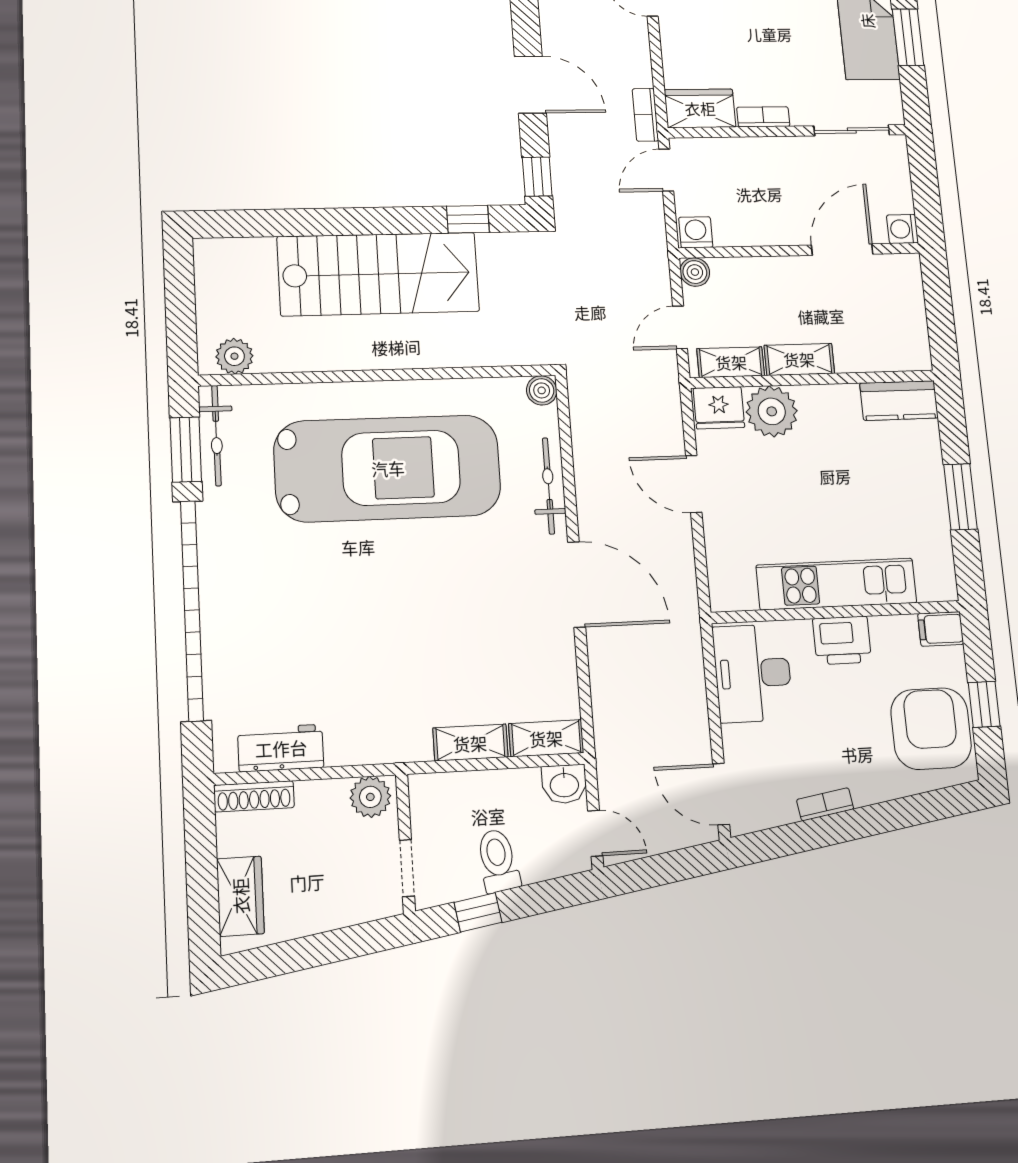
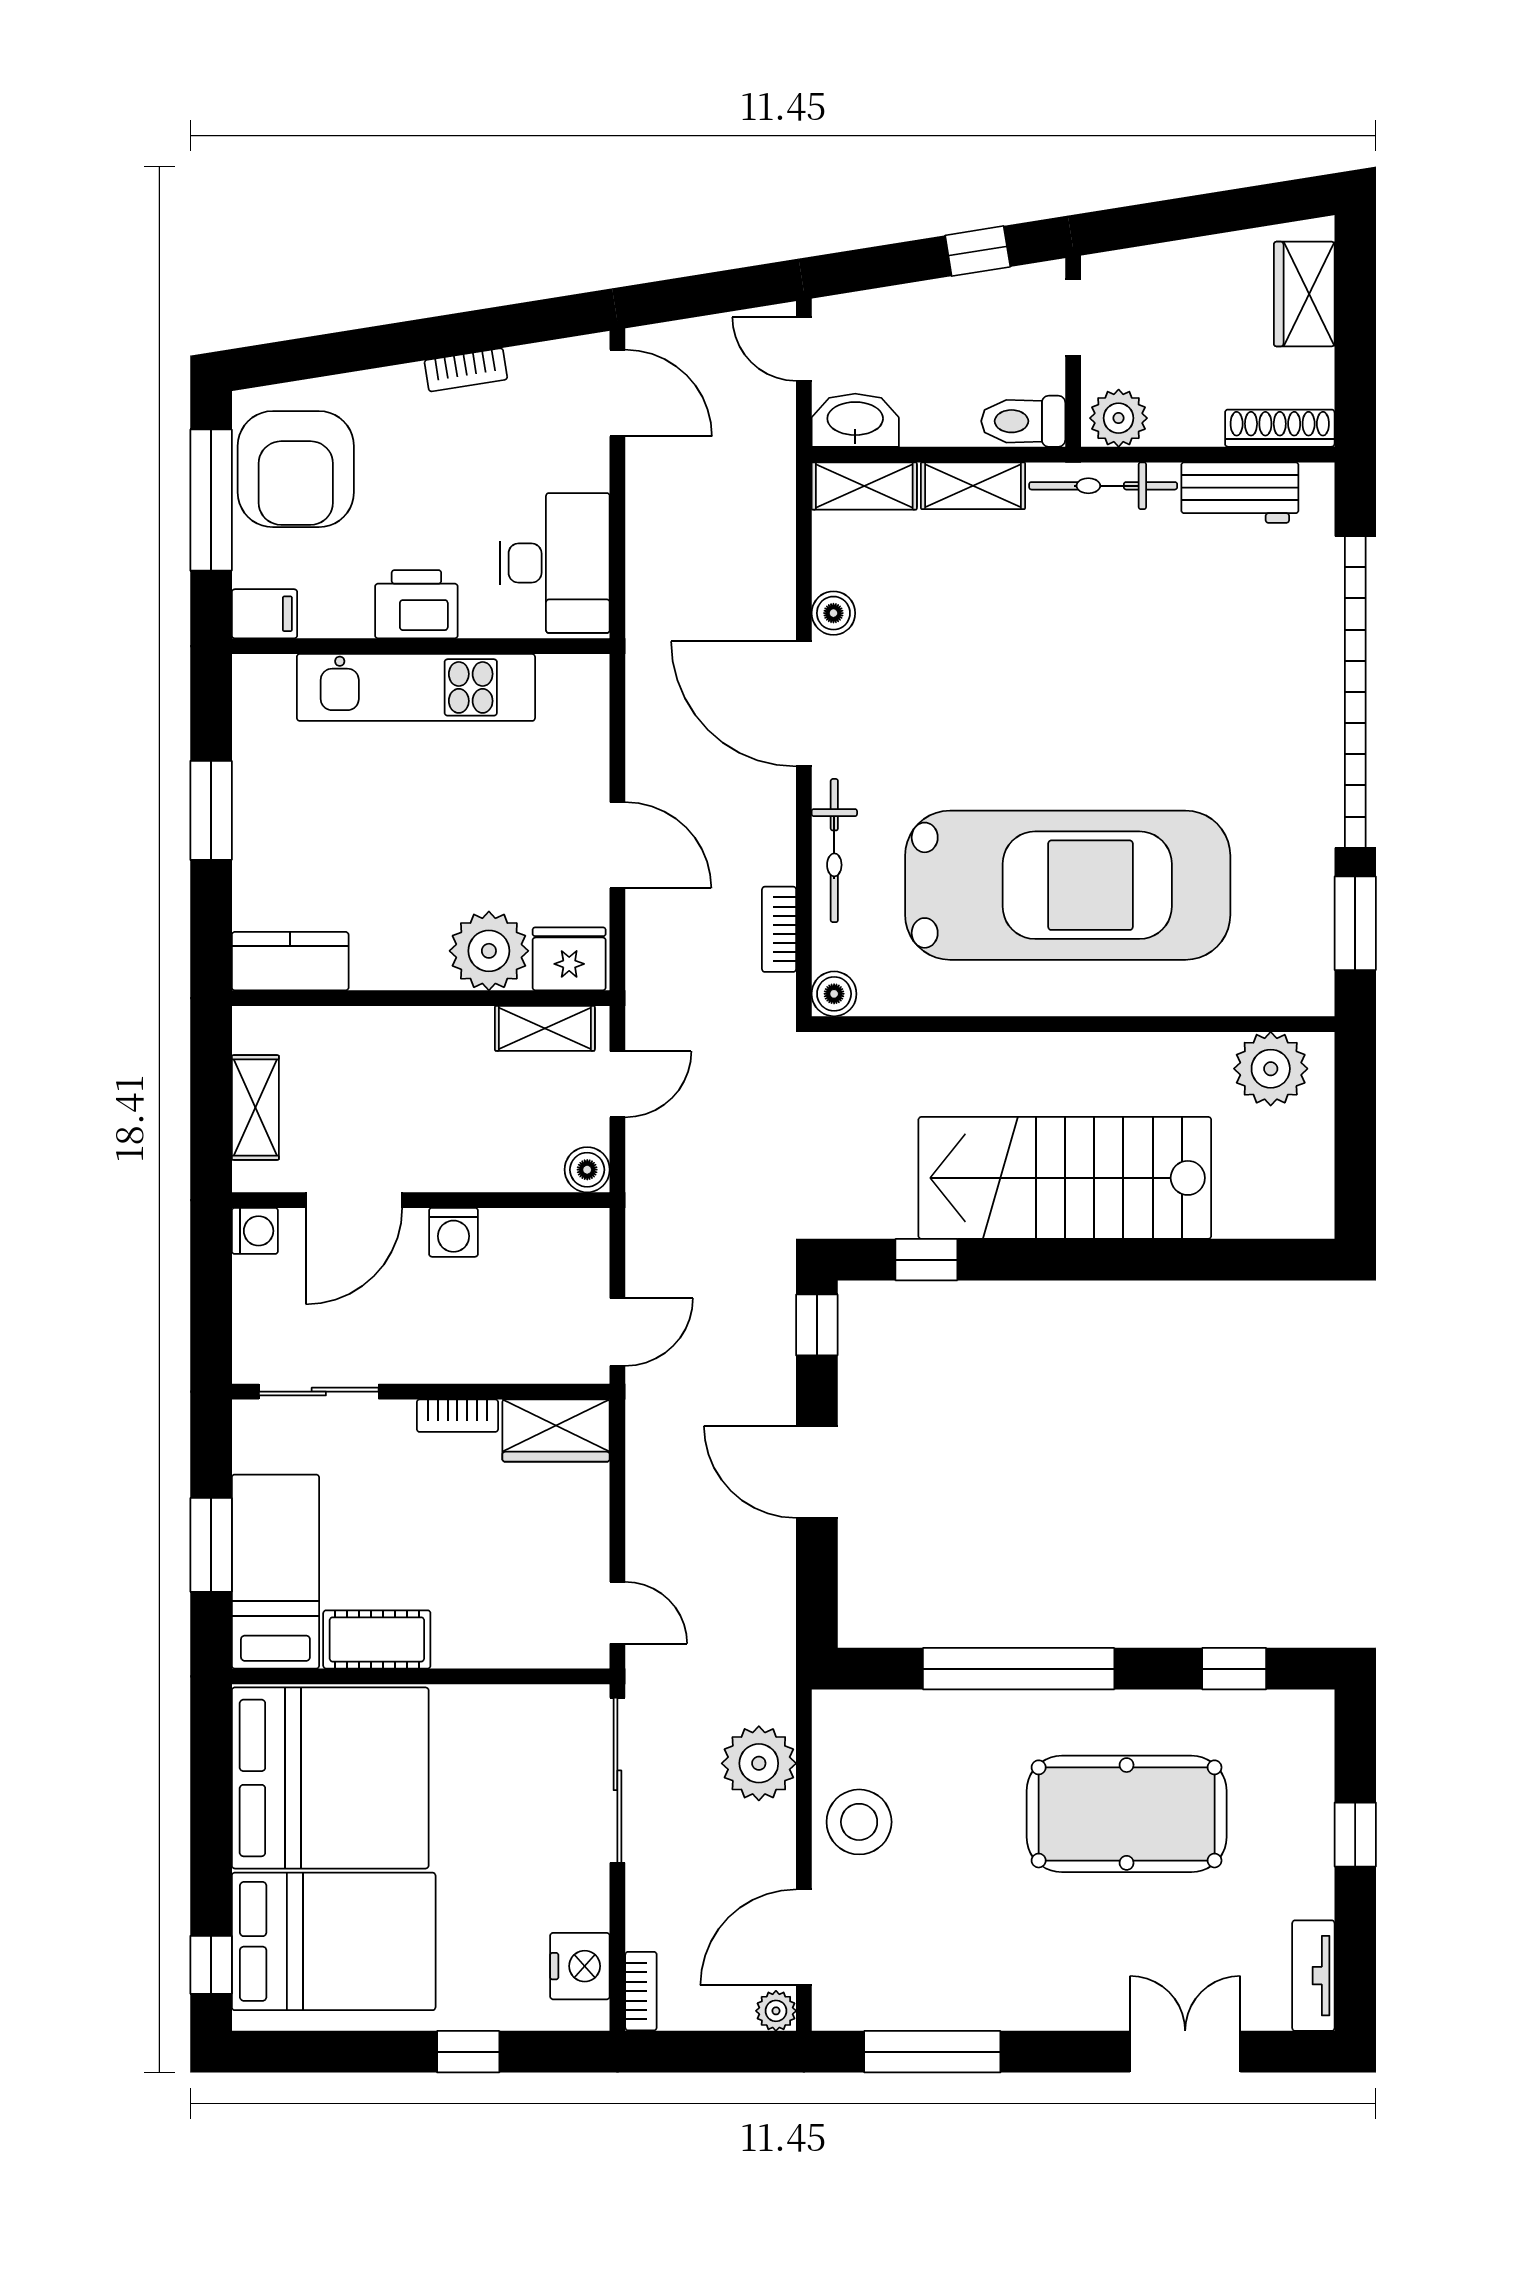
bookcase: (645, 115) -> (779, 929), moved, turned 180
washing machine: (696, 232) -> (453, 1232), moved
plant: (234, 356) -> (1271, 1069), width x1.36, depth x1.36
shelving: (799, 359) -> (255, 1108), moved, turned 90
bicycle: (216, 435) -> (1103, 486), moved, turned -90
car: (388, 468) -> (1068, 885), turned 180
boiler: (561, 648) -> (833, 613), added
window: (984, 704) -> (211, 500), width x2.17
washbasin: (564, 784) -> (855, 420), width x1.38
toilet: (498, 861) -> (1023, 421), moved, turned 99

